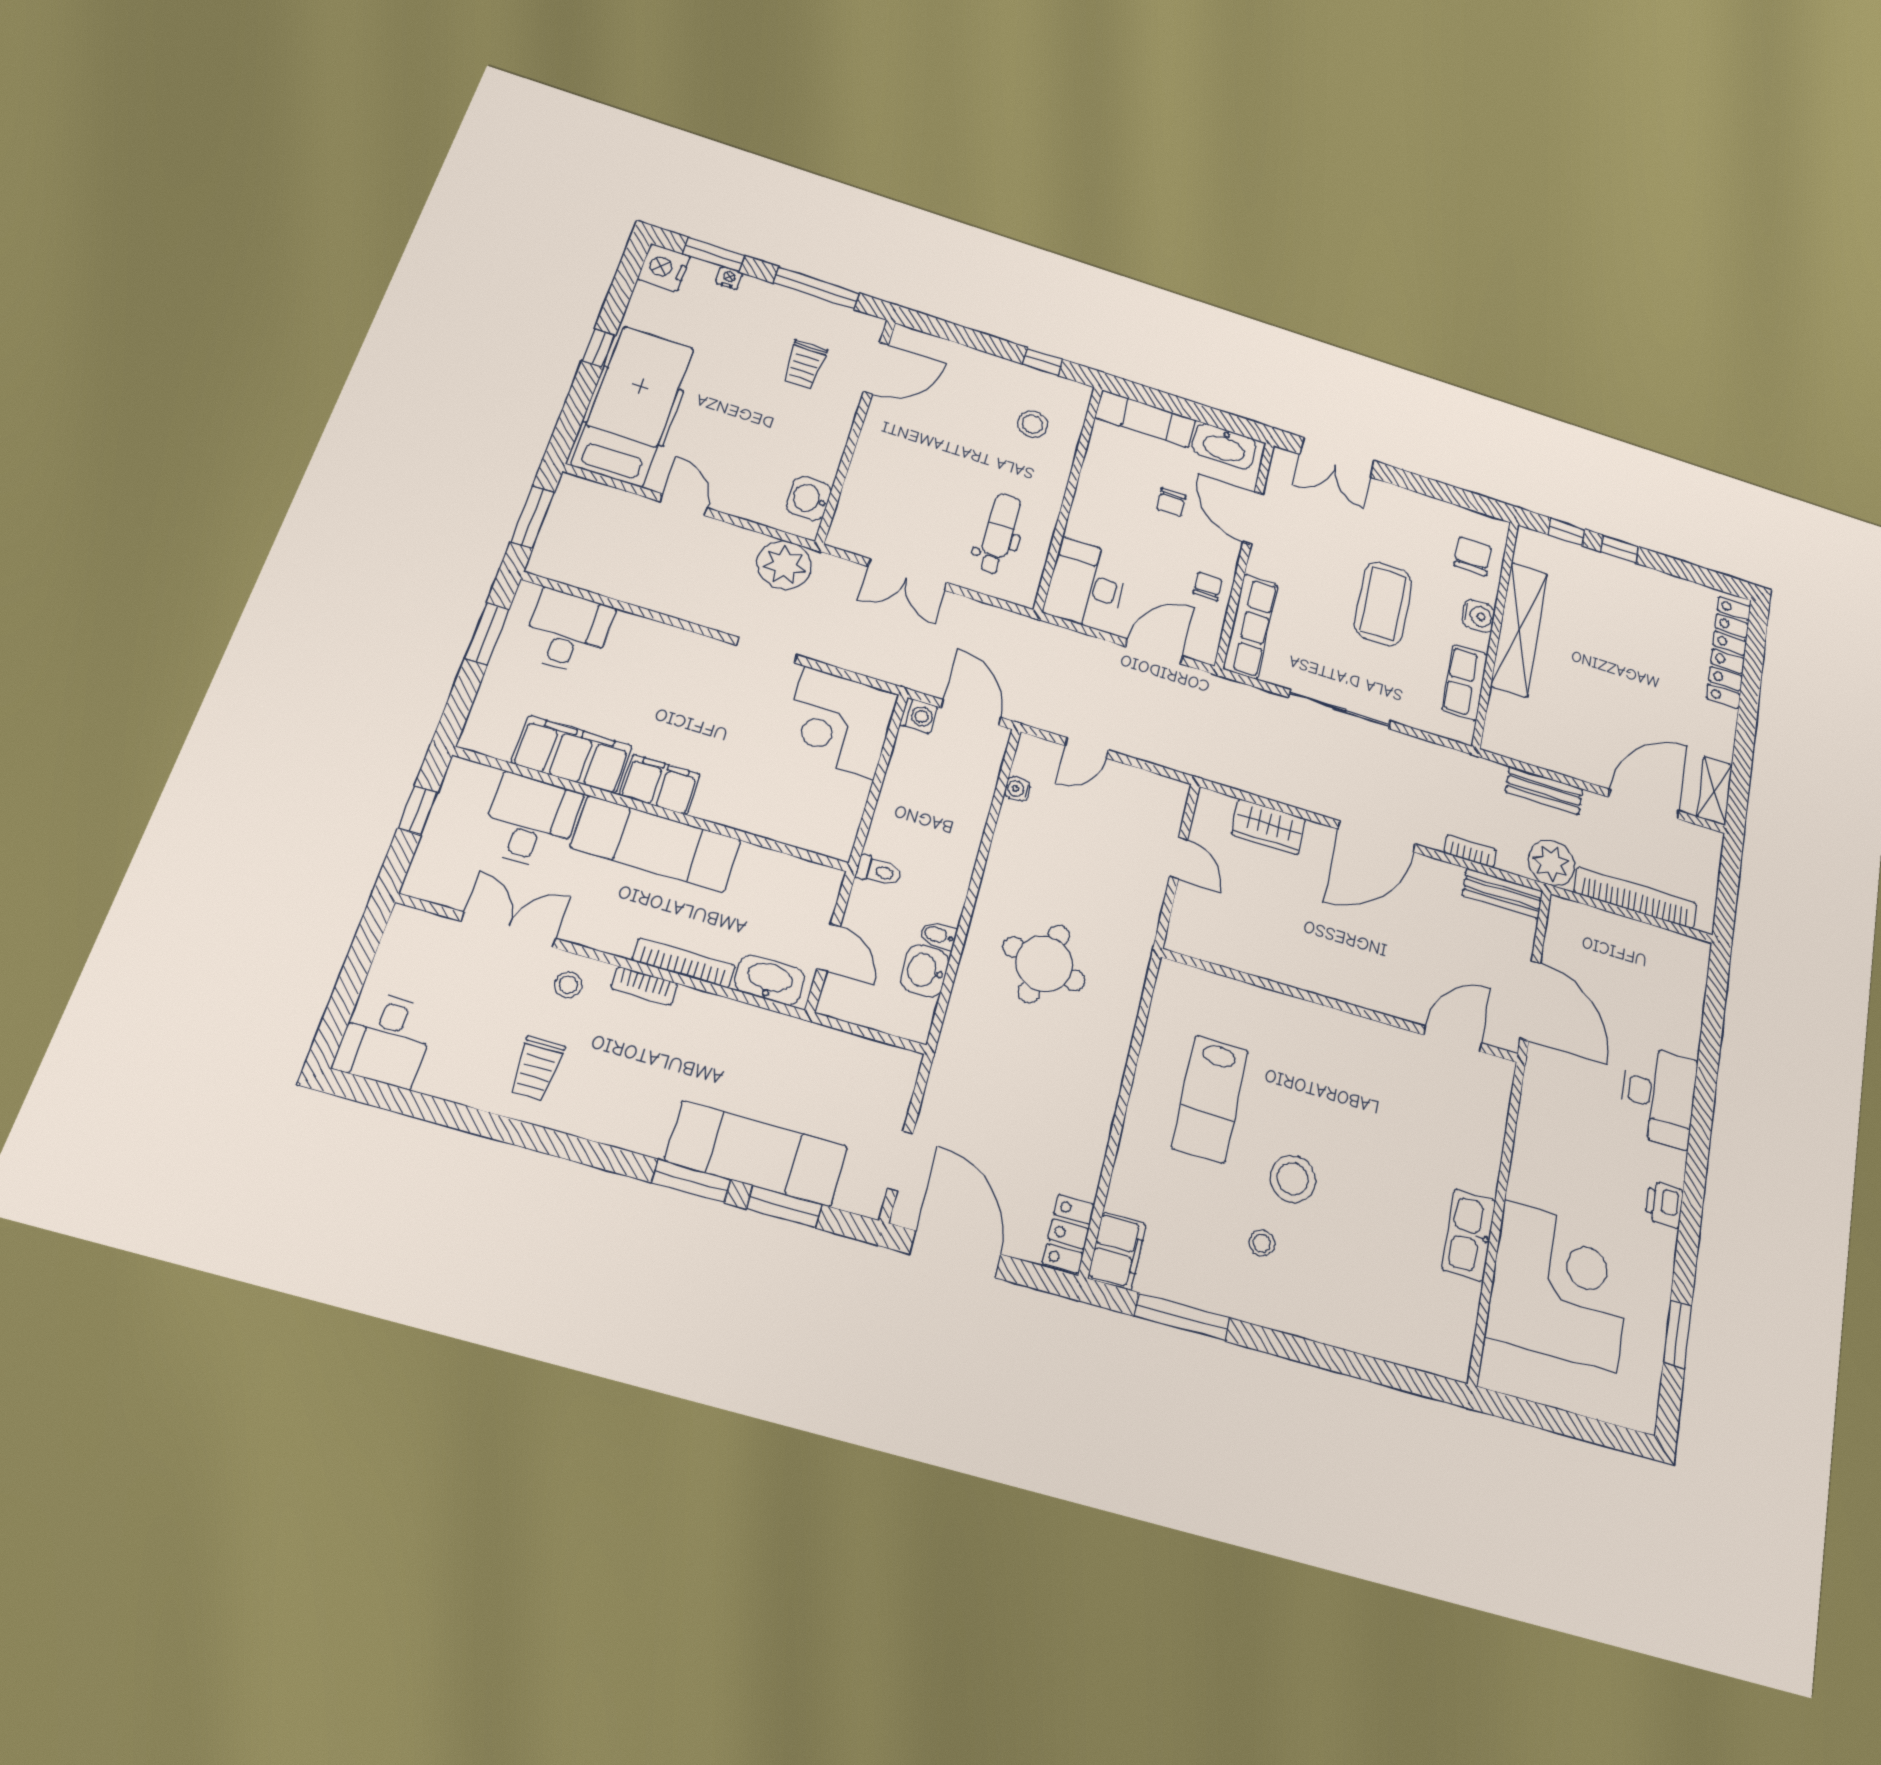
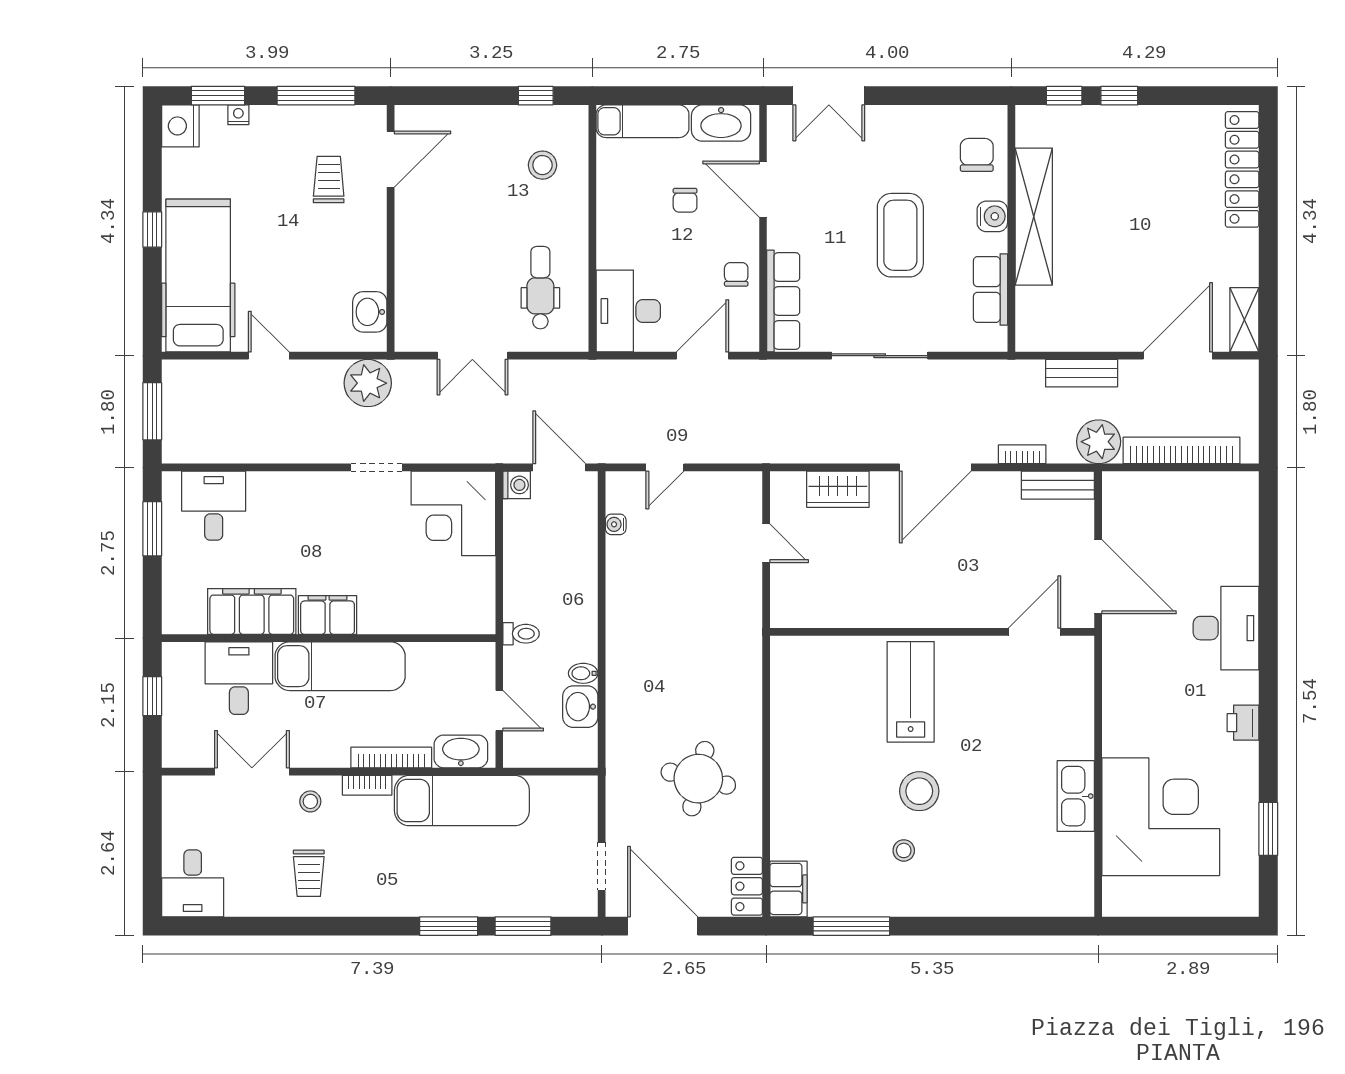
trolley: (805, 365) -> (329, 179), turned 180
round table: (1044, 964) -> (698, 779), moved
lab bench: (1210, 1099) -> (911, 692), moved, turned 180
exam couch: (756, 1154) -> (462, 801), moved, turned 180

